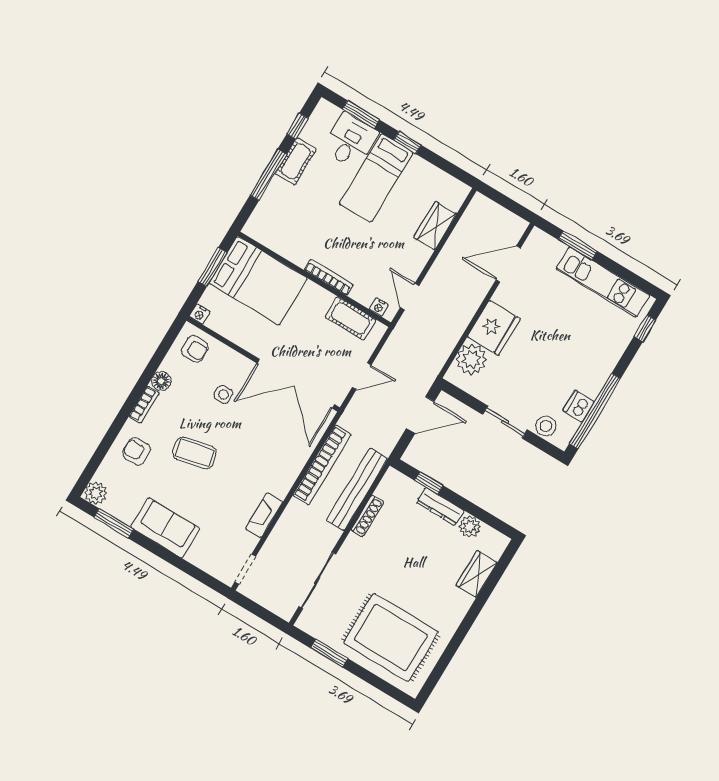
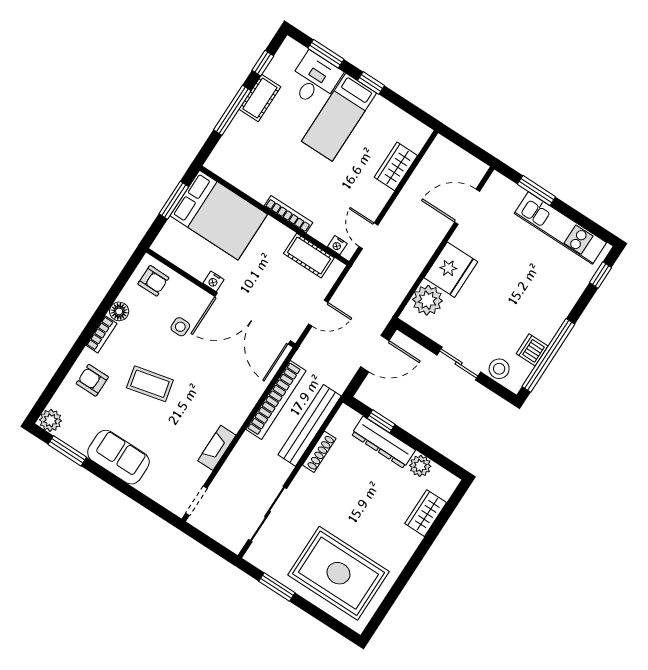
nightstand: (200, 314) -> (214, 281), moved
dresser: (440, 506) -> (383, 442), width x1.37, depth x1.24

